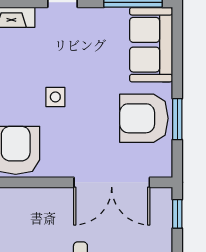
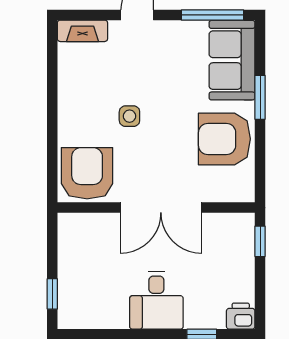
window: (177, 119) -> (260, 97), moved
double door: (112, 182) -> (161, 208), moved

